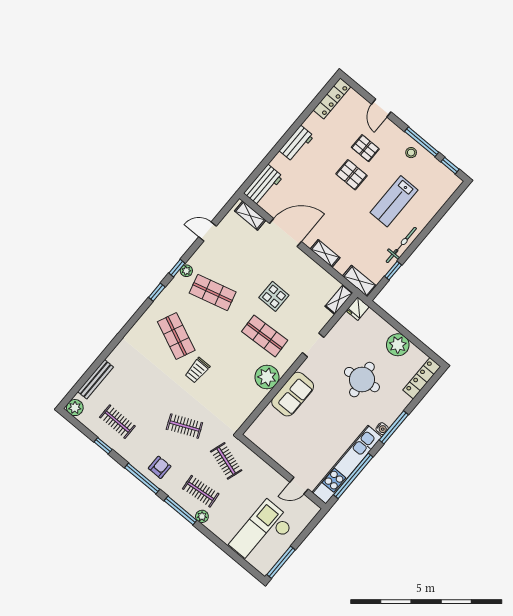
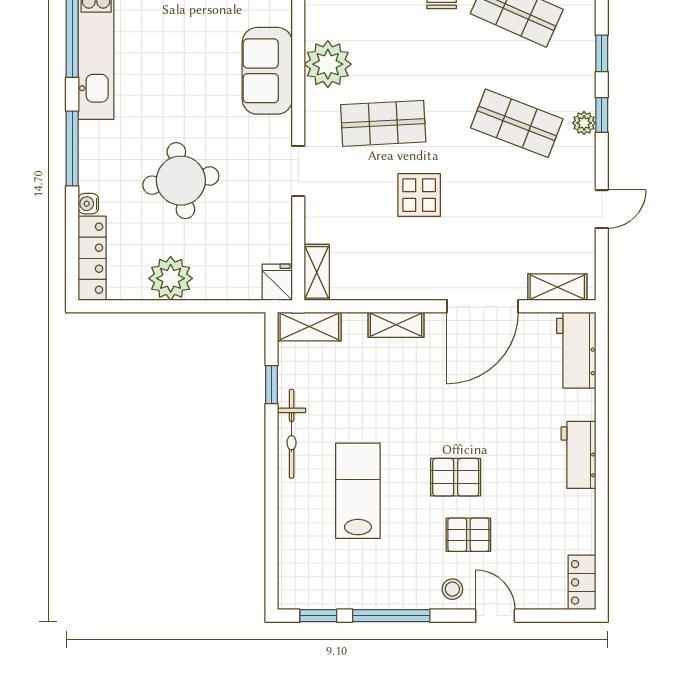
locker: (332, 98) -> (582, 582), width x0.66
stool: (411, 153) -> (452, 589), moved
shop shelf: (213, 293) -> (517, 123), turned 36
water cooler: (382, 429) -> (88, 204), moved

